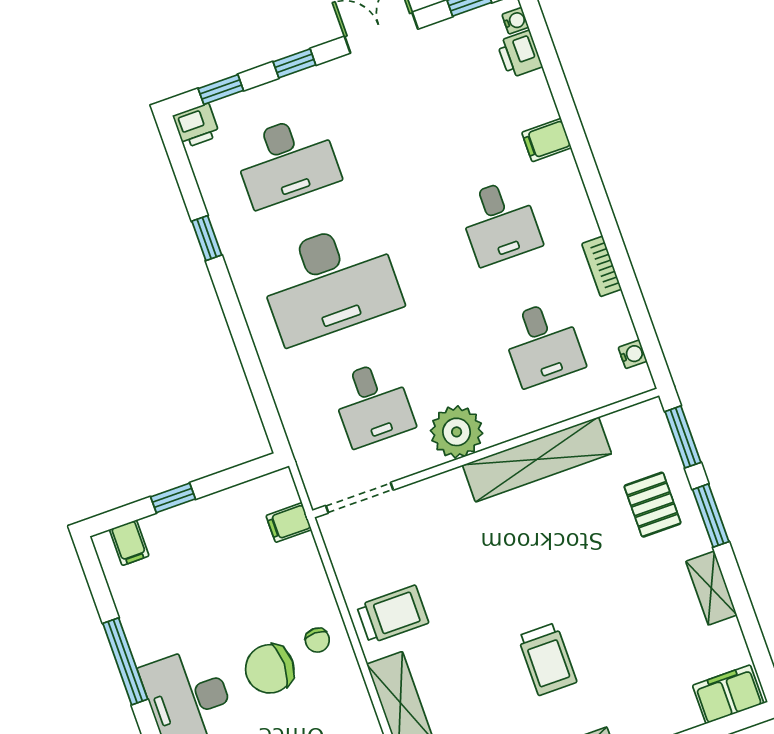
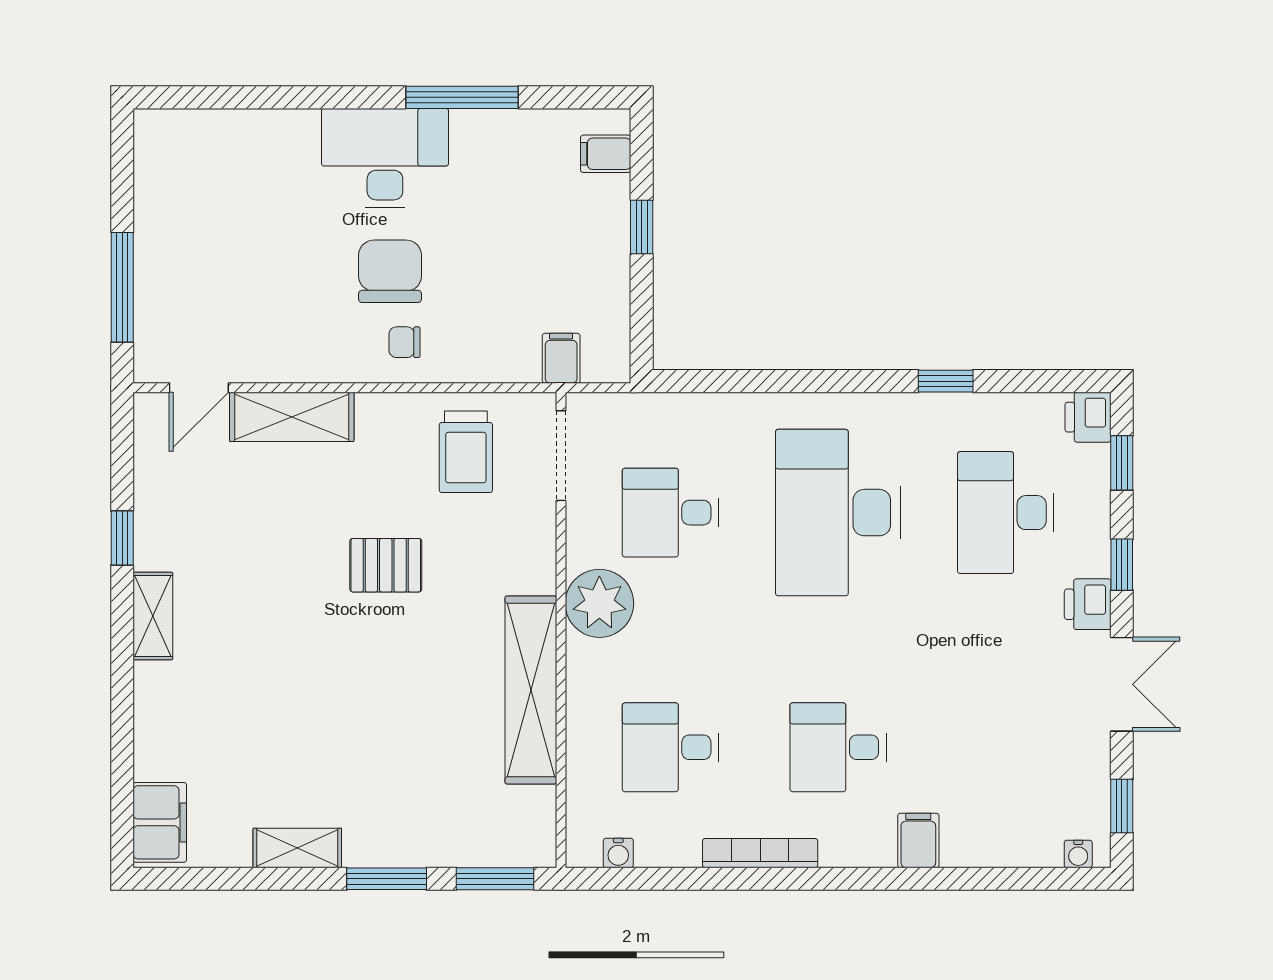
printer: (520, 54) -> (1088, 604), moved, turned -90
bookcase: (602, 266) -> (760, 853), width x1.56
pallet: (653, 505) -> (386, 565), moved
trolley: (393, 614) -> (466, 452), moved
trolley: (547, 659) -> (281, 616), removed

